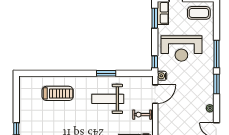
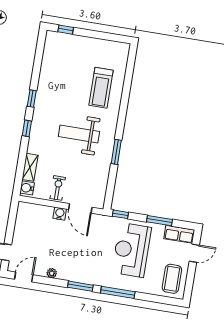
window: (155, 18) -> (159, 221), moved
water cooler: (162, 76) -> (60, 214), moved
weight bench: (108, 99) -> (79, 134), moved, turned -90

